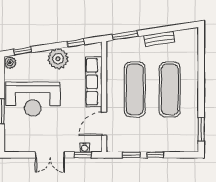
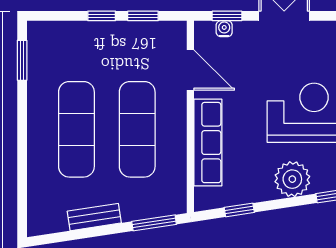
plant: (58, 59) -> (292, 179), moved
door: (104, 124) -> (190, 70), hinge flipped

